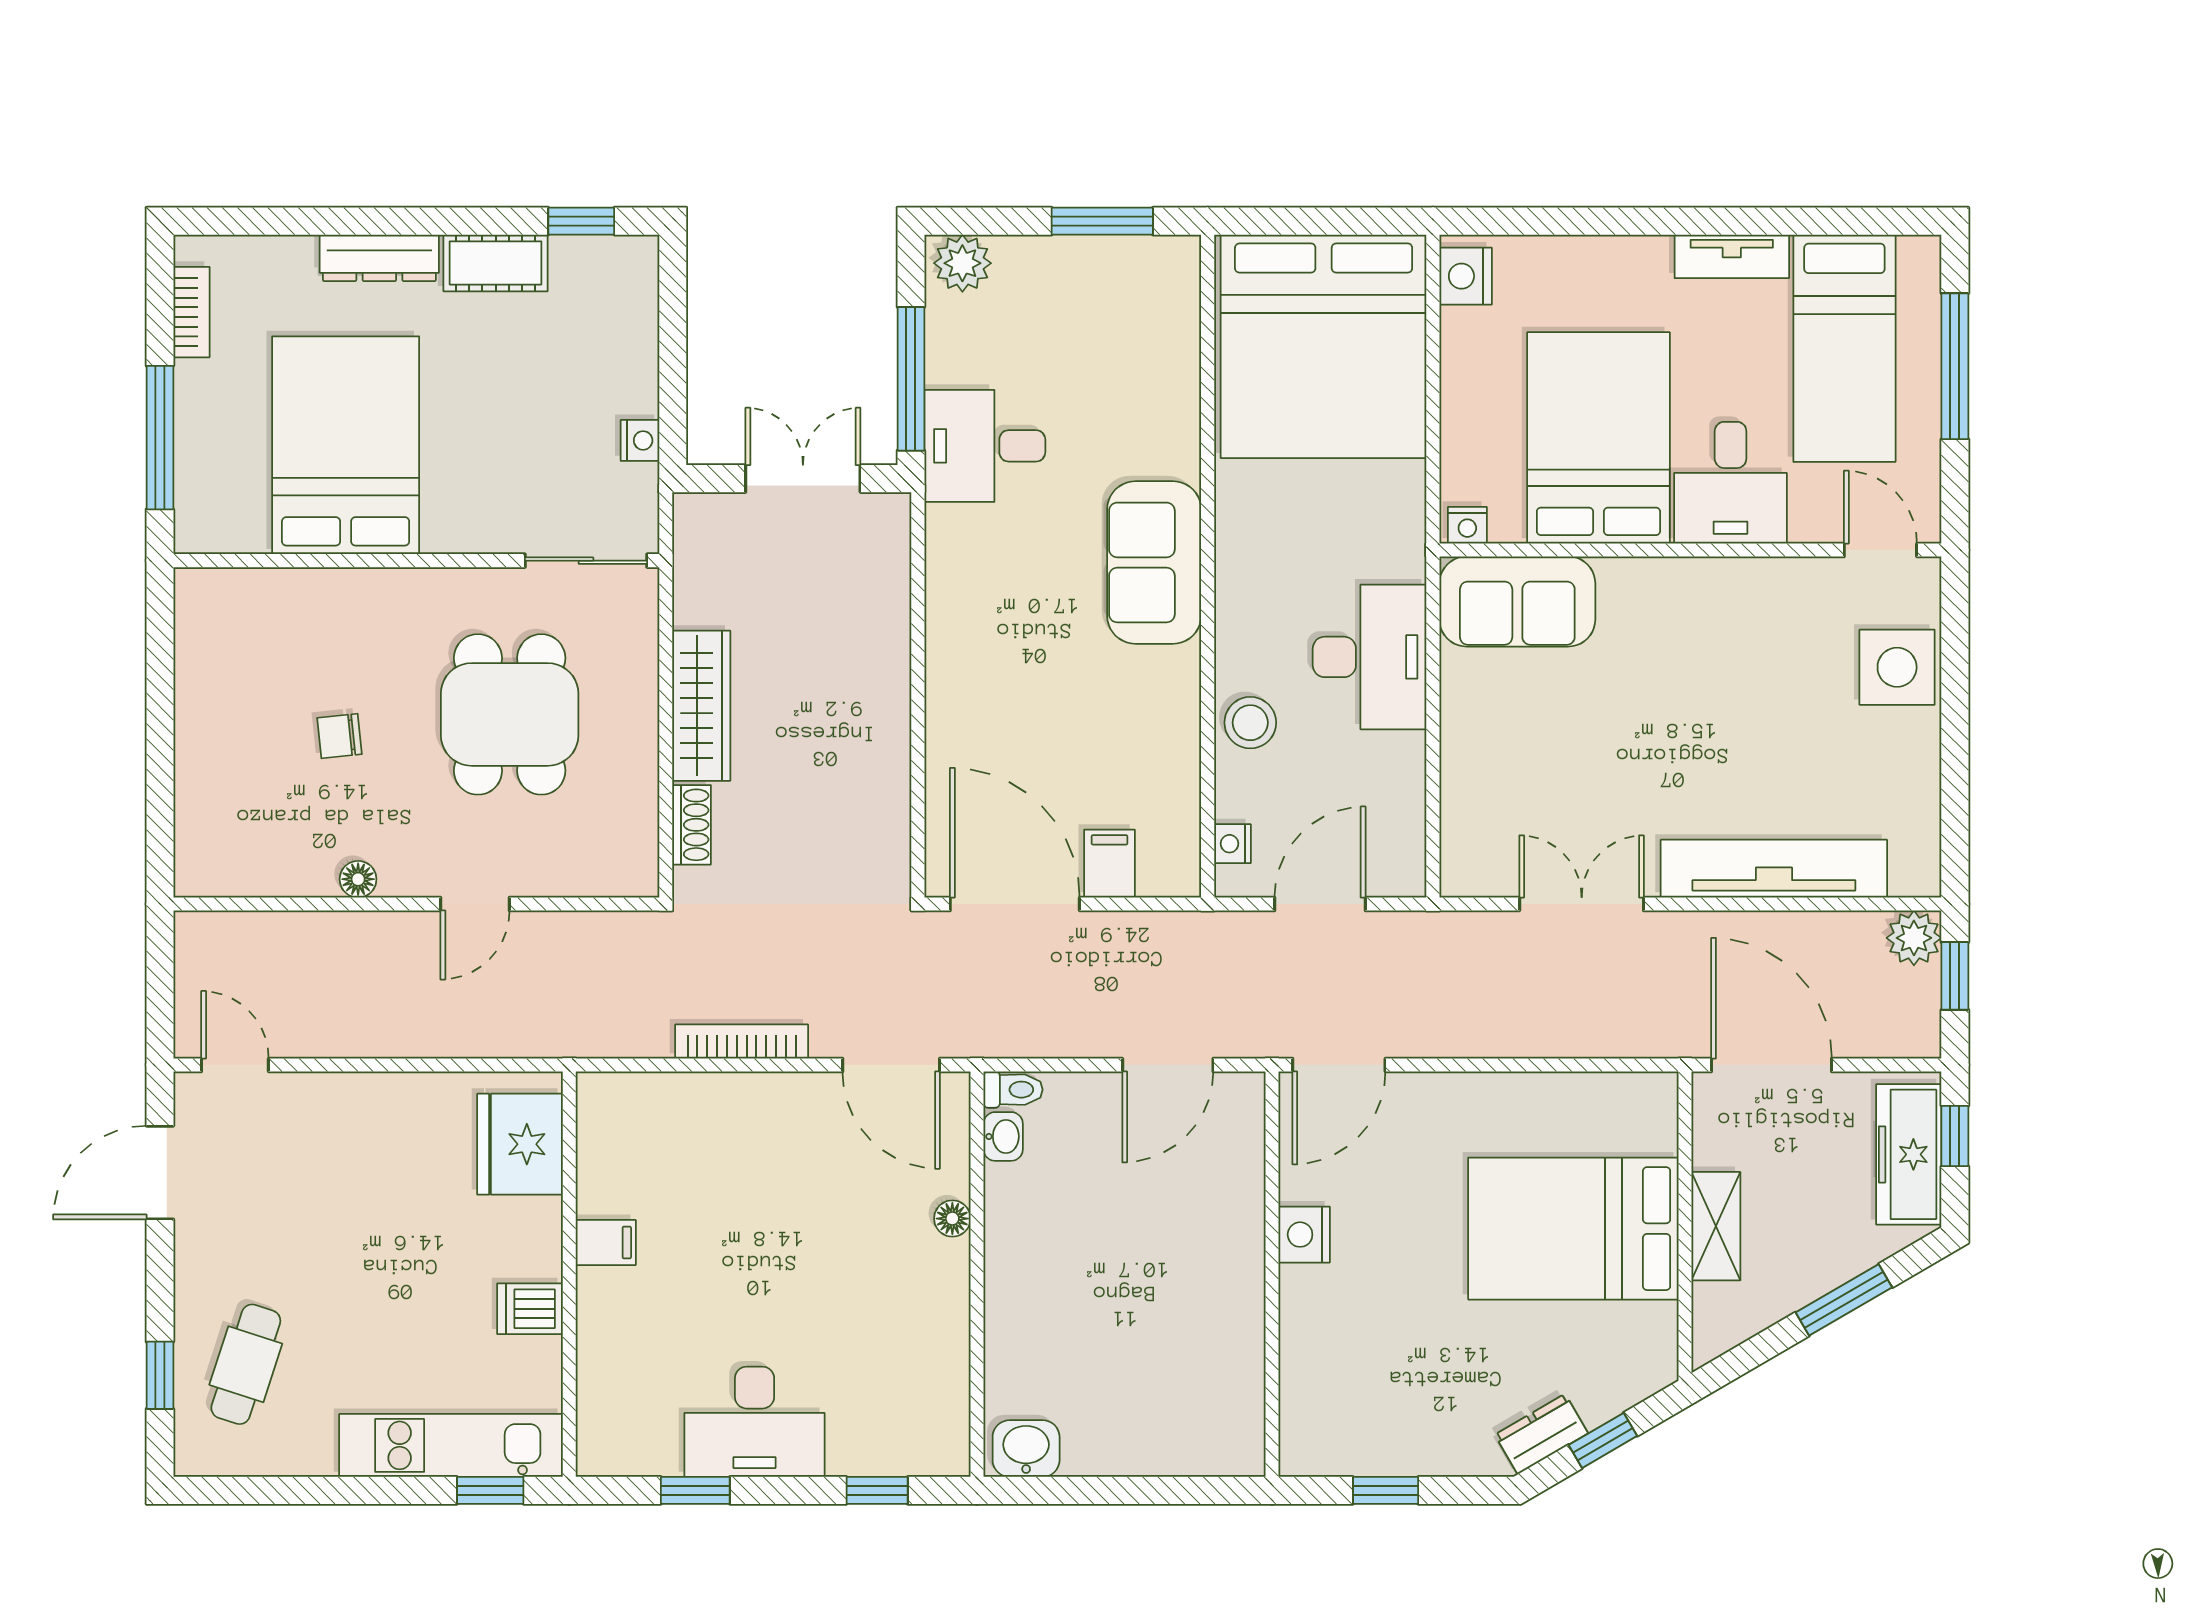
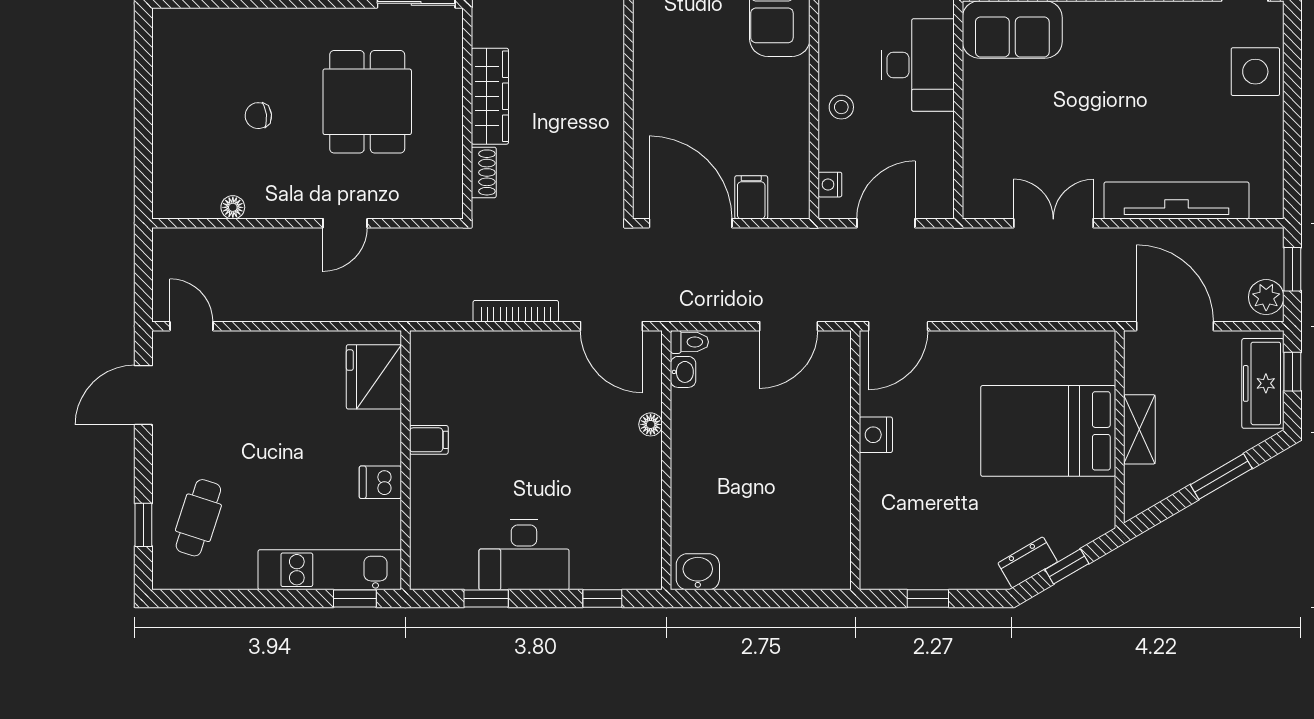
stool: (1250, 723) -> (841, 107), width x0.73, depth x0.73
floor lamp: (358, 879) -> (233, 207), moved
plant: (1914, 938) -> (1266, 297), moved

